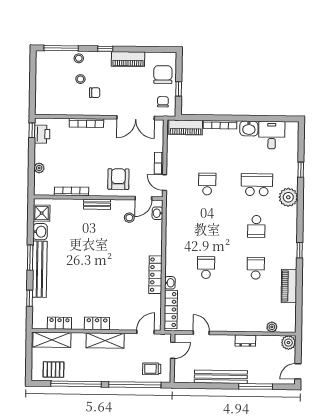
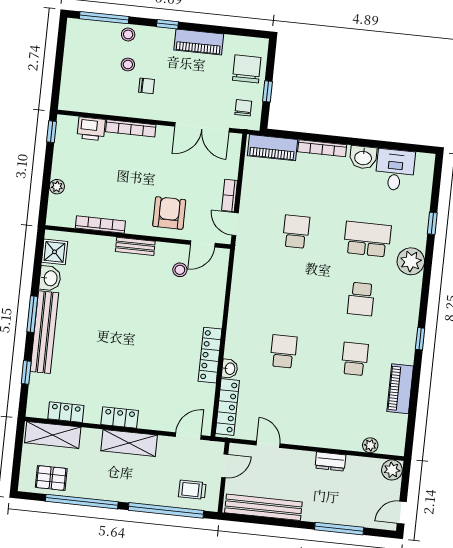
printer: (42, 134) -> (91, 129), moved, turned 90
washbasin: (157, 213) -> (221, 267), removed
bench: (221, 377) -> (263, 507), moved

